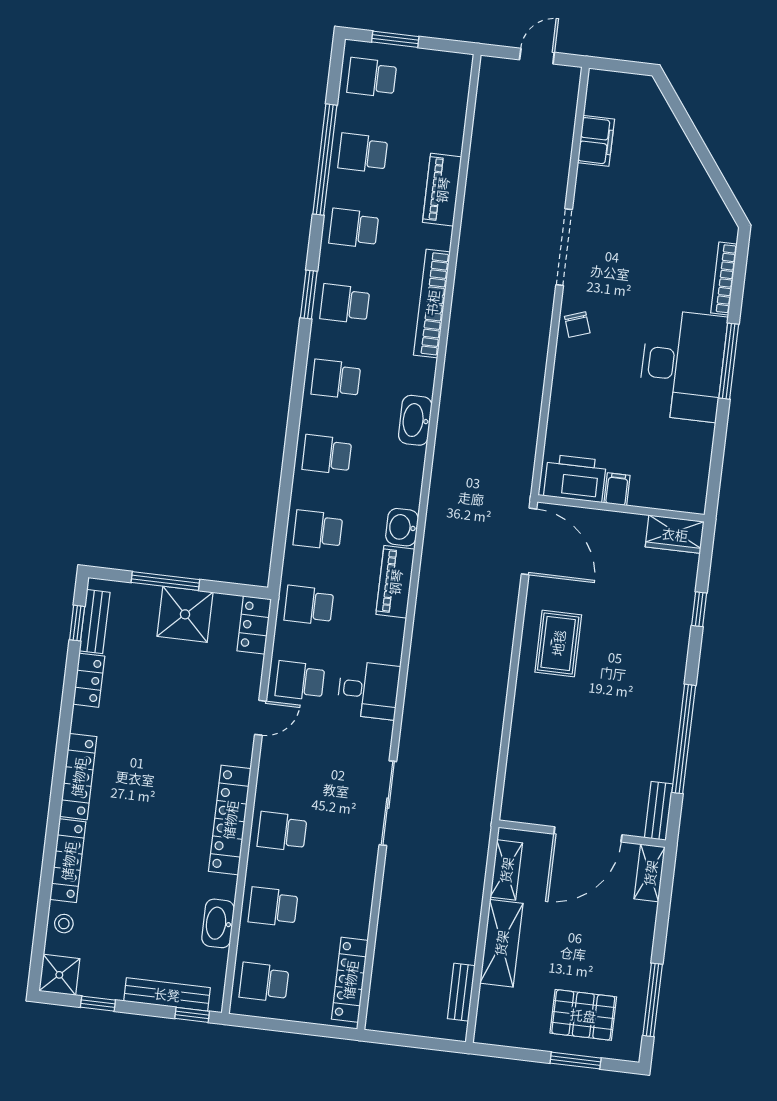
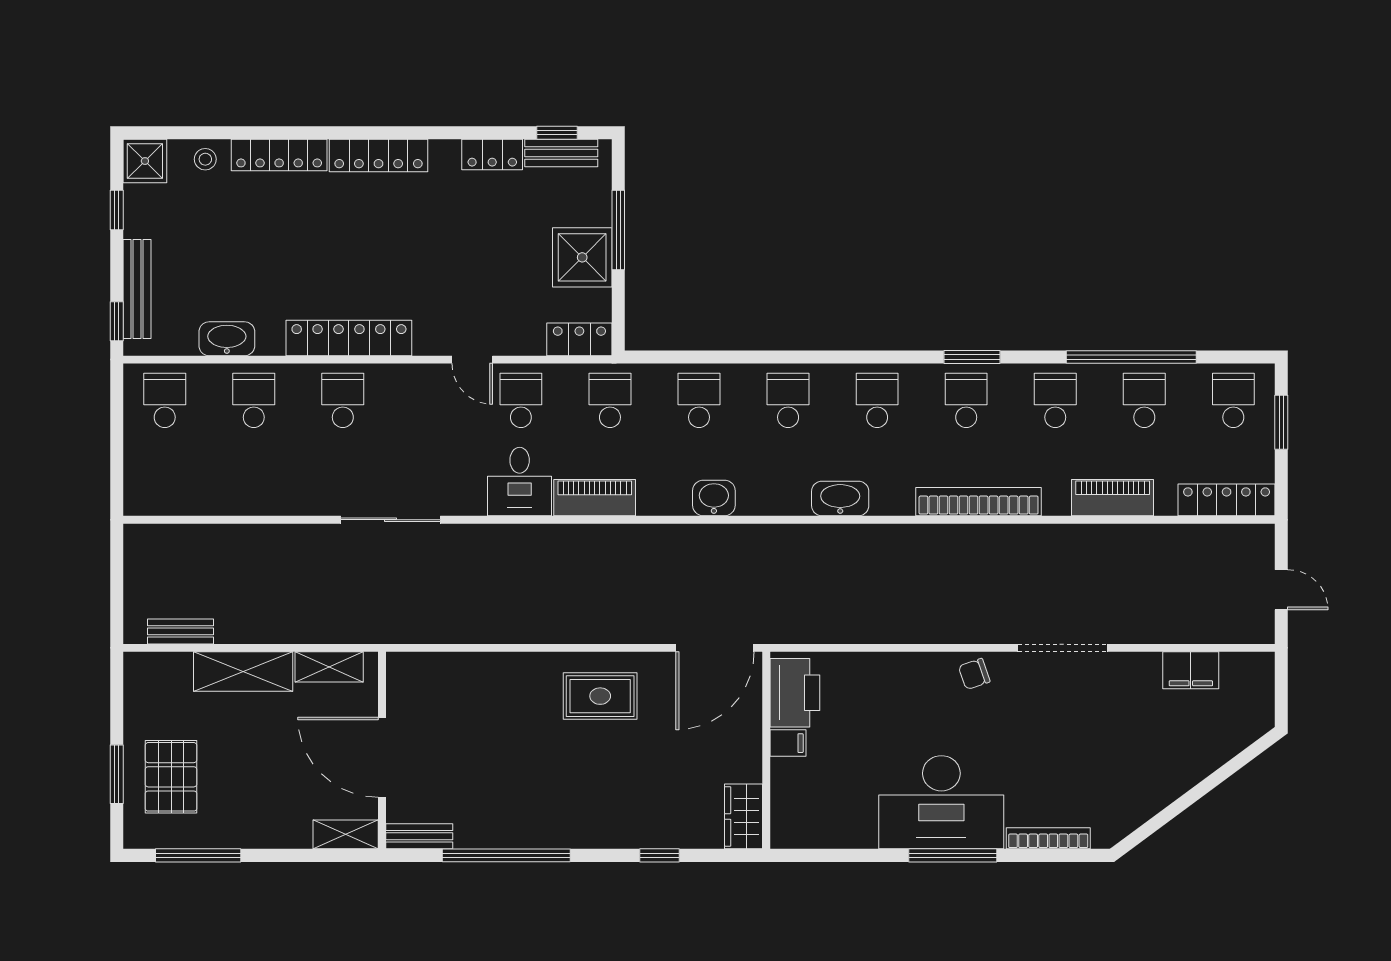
piano: (395, 582) -> (595, 498), moved
locker: (350, 980) -> (1227, 500), moved

